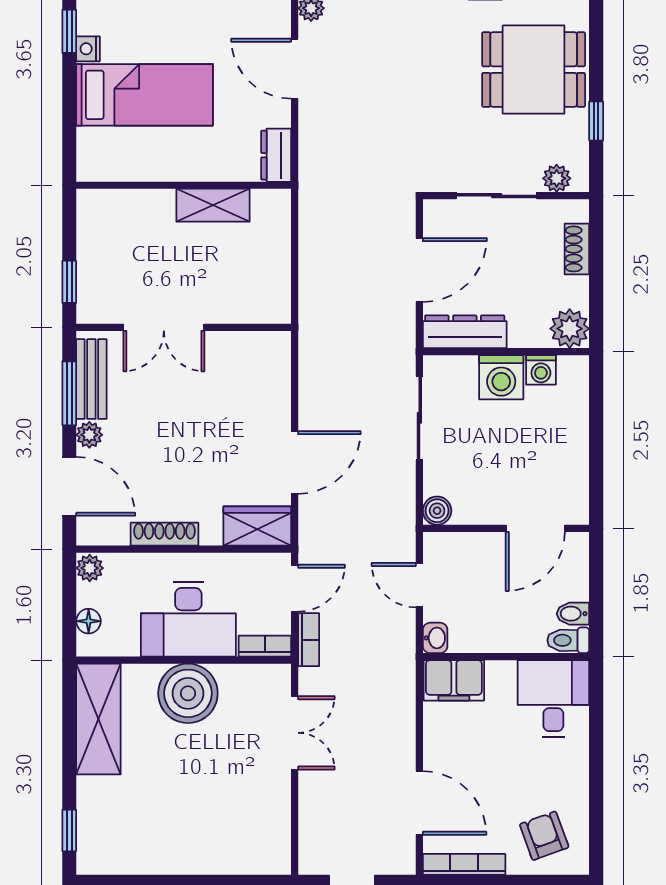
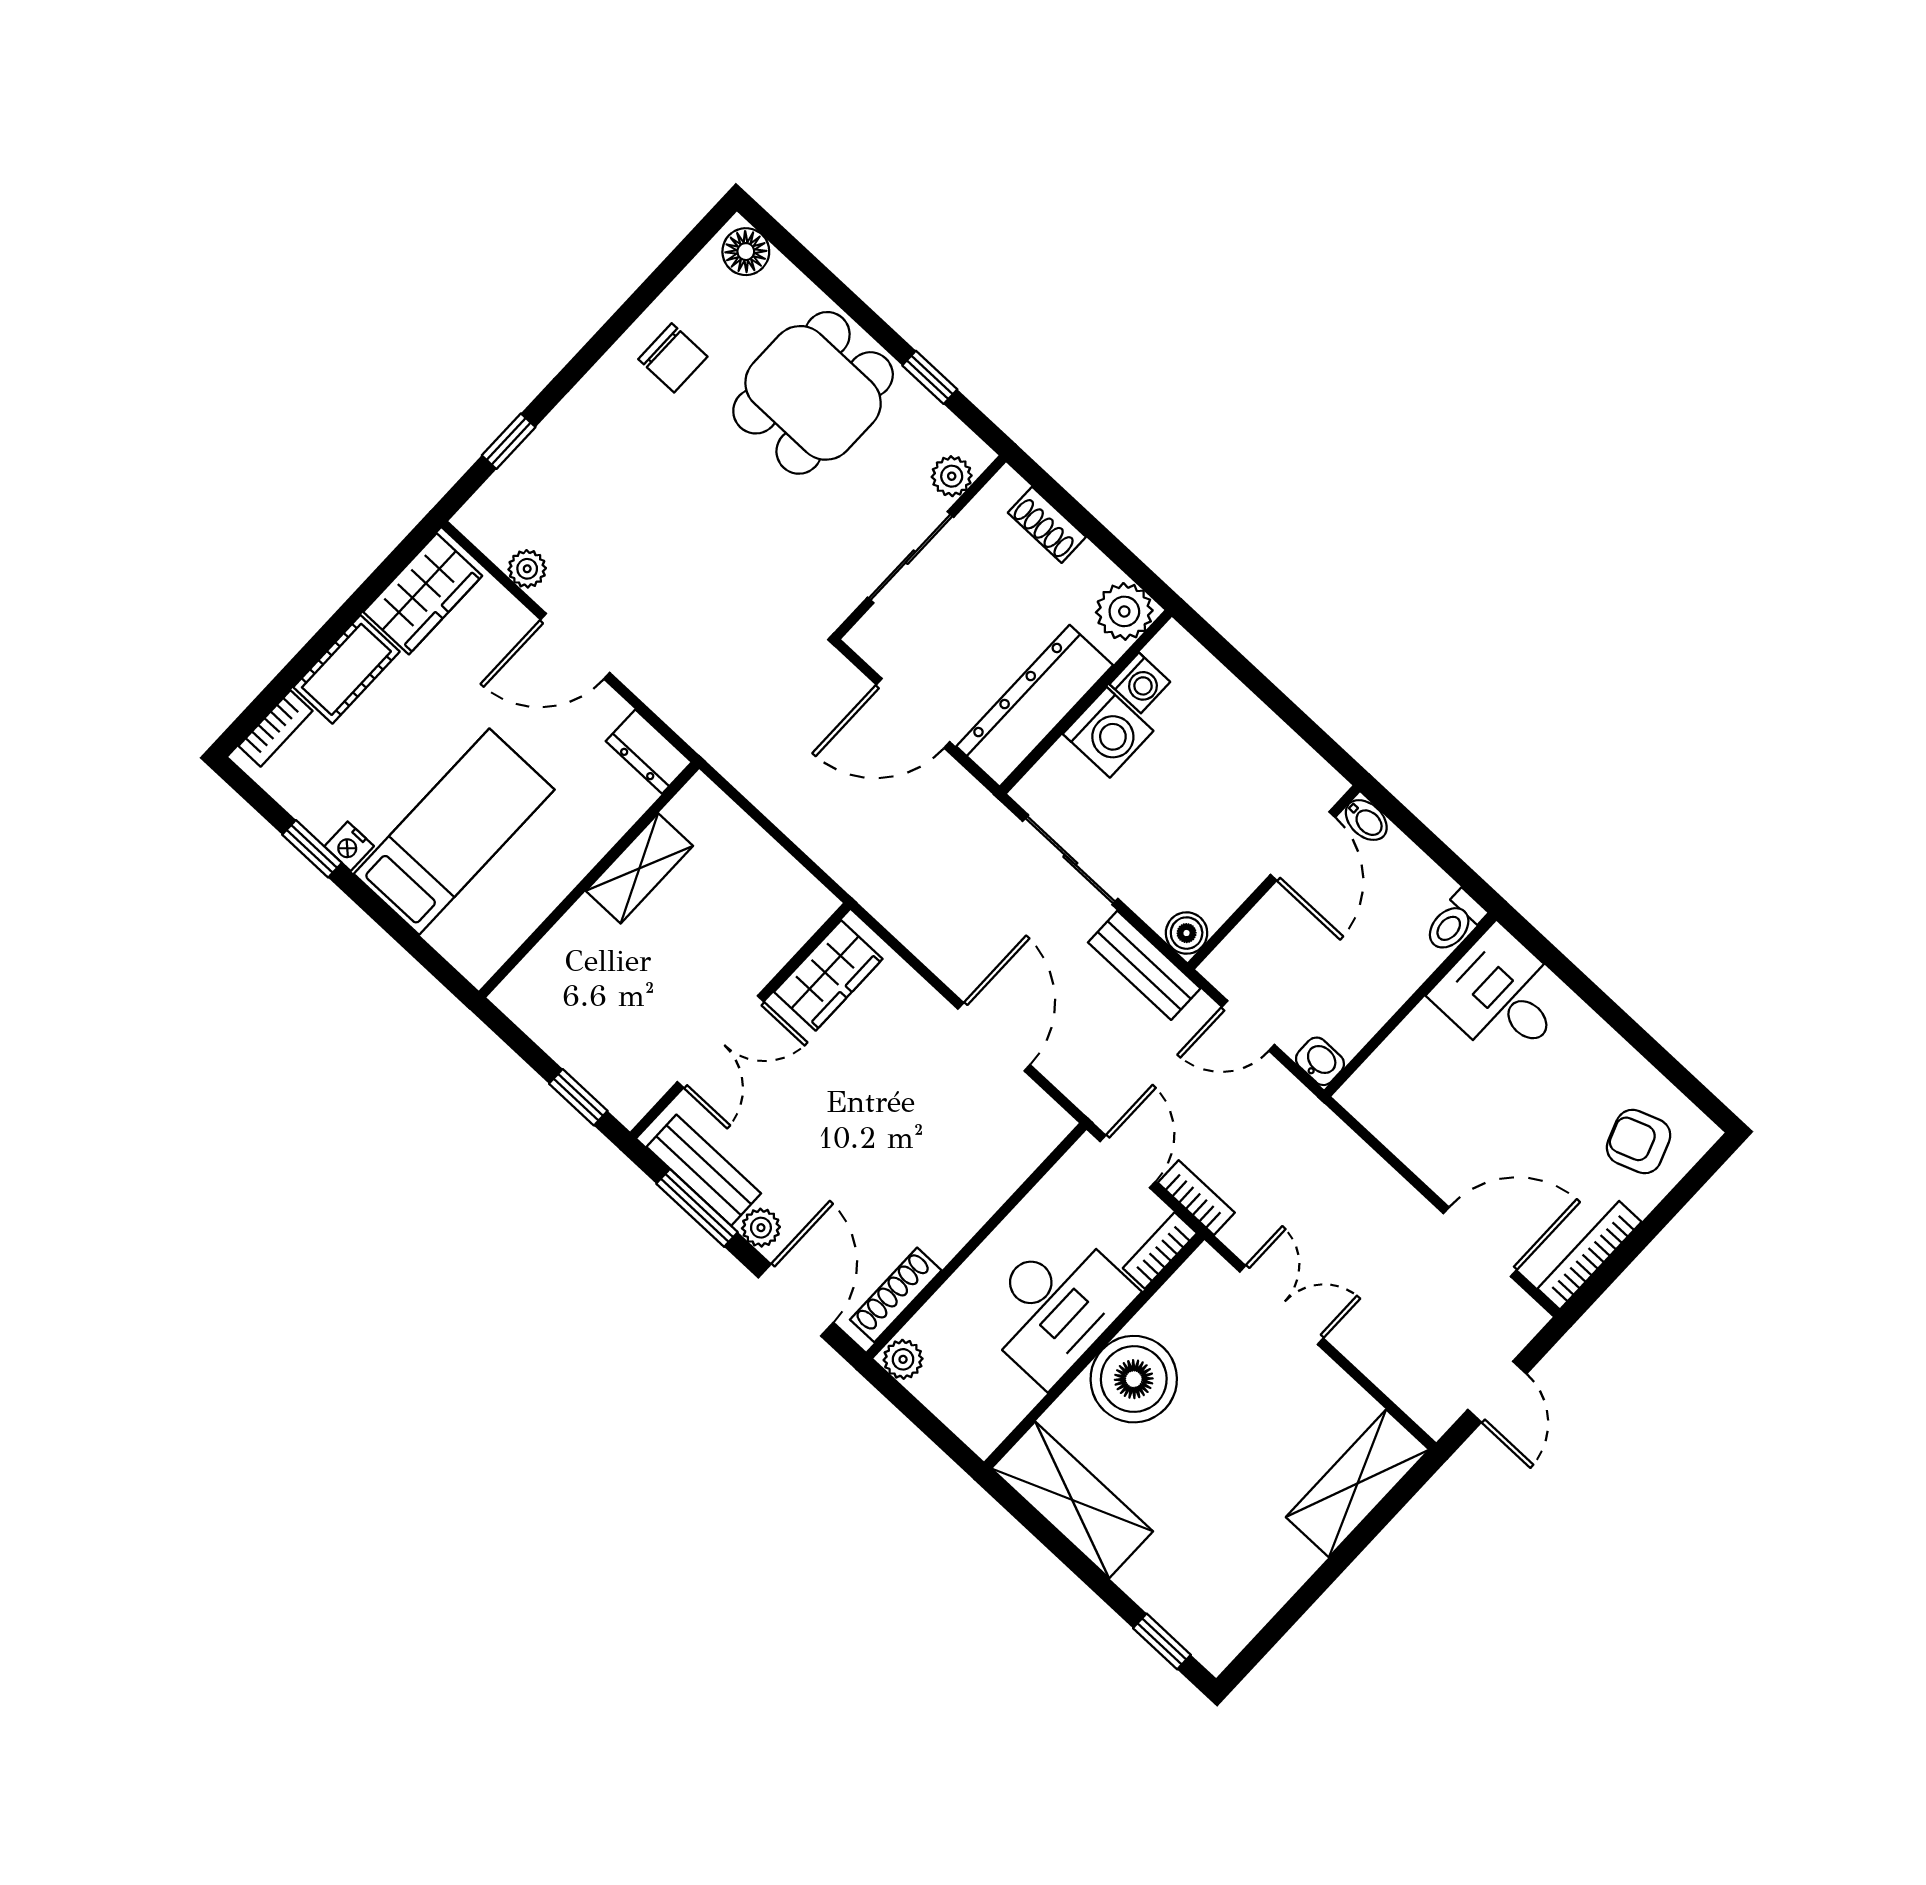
door: (419, 270) -> (913, 713), swing flipped
dresser: (465, 332) -> (1035, 706), width x1.37, depth x1.24
door: (69, 486) -> (796, 1300), hinge flipped
bench: (401, 505) -> (1144, 965), added
wardrobe: (257, 526) -> (828, 975), moved, turned 180
shoe rack: (165, 534) -> (896, 1295), moved
bidet: (573, 614) -> (1366, 820), moved, turned -90
floor lamp: (89, 621) -> (958, 1413), removed
filing cabinet: (454, 680) -> (1384, 1083), removed
shelving: (240, 855) -> (1357, 1483), added

